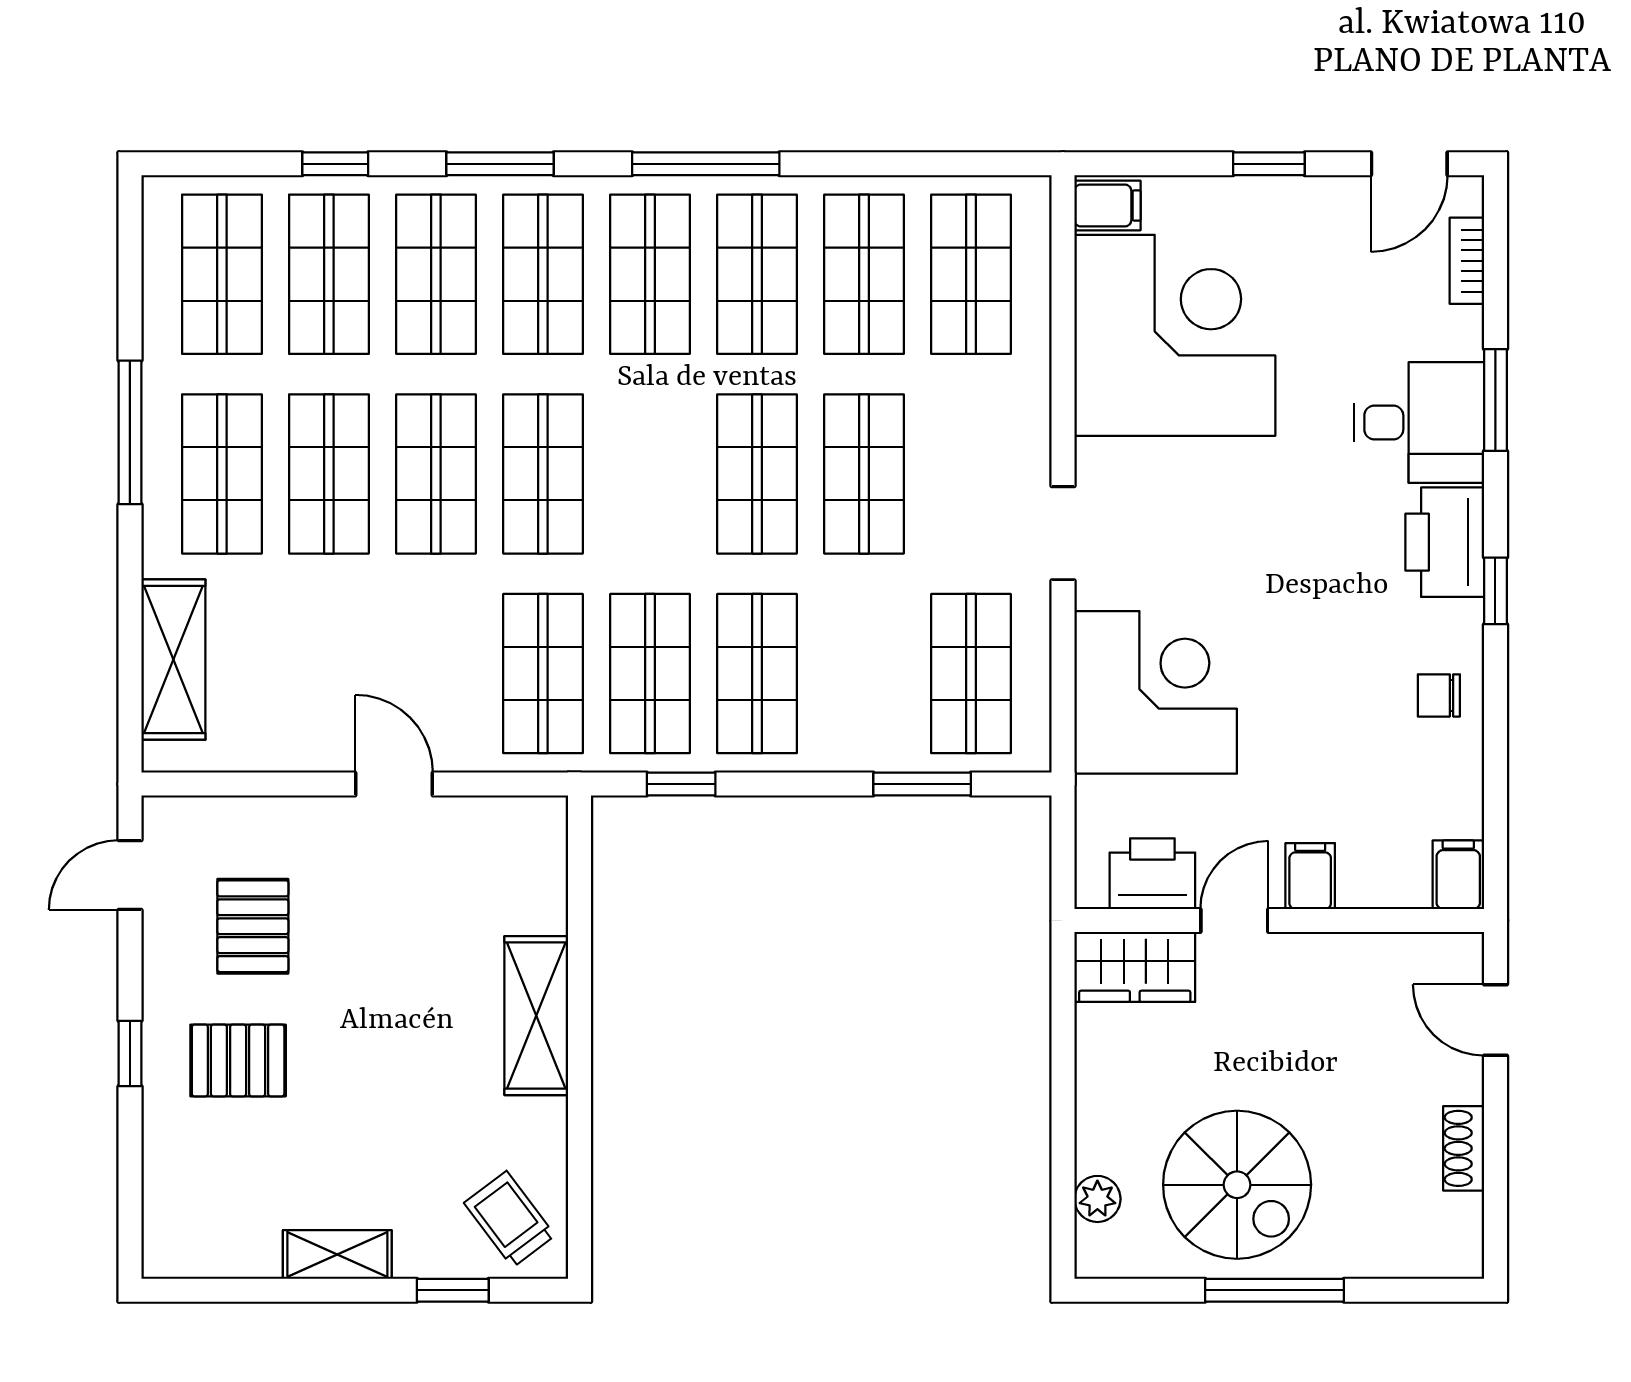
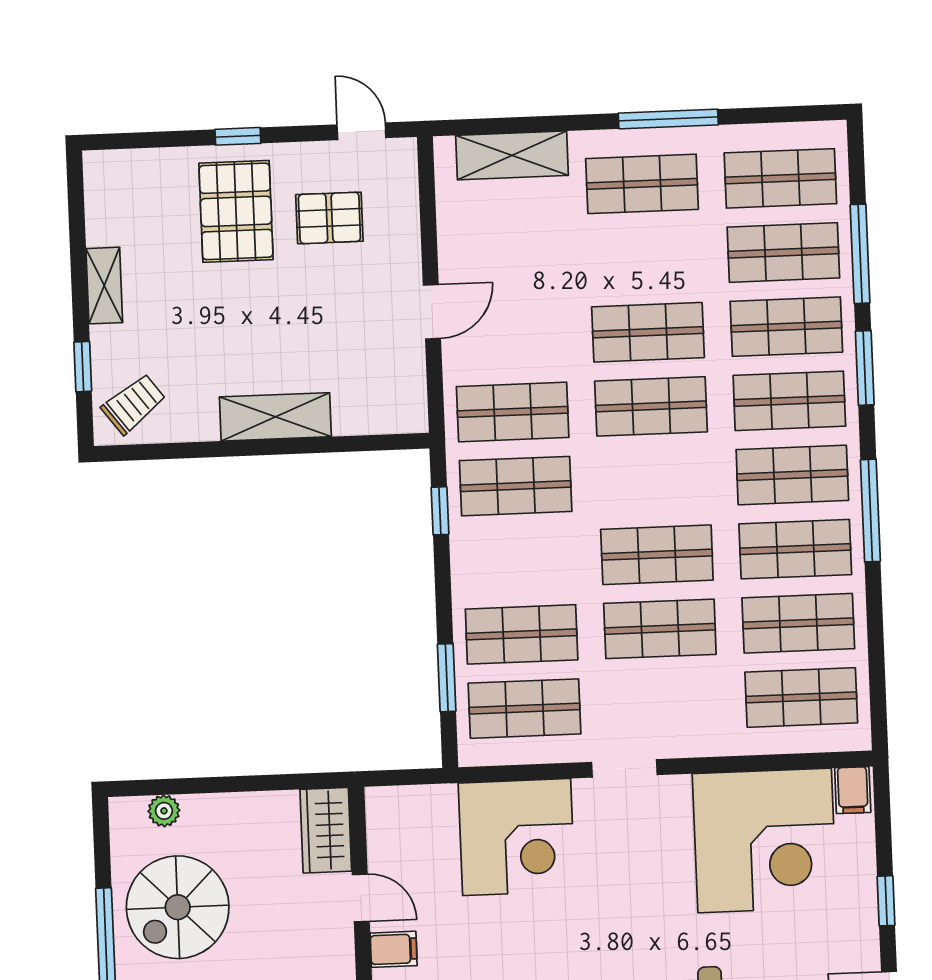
window: (335, 164) -> (860, 254), width x2.17
shop shelf: (329, 474) -> (645, 258), removed
shop shelf: (757, 674) -> (522, 634), moved
printer: (1152, 874) -> (391, 840), removed
pallet: (238, 1060) -> (236, 211), width x1.50, depth x1.42

